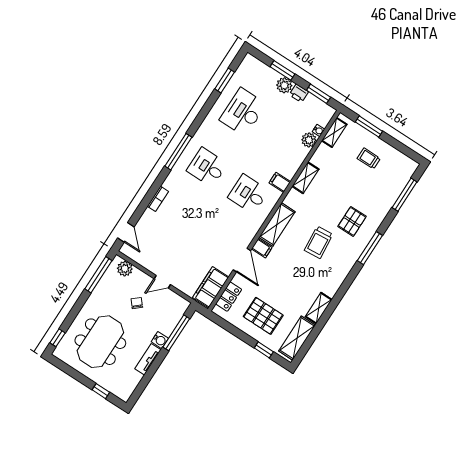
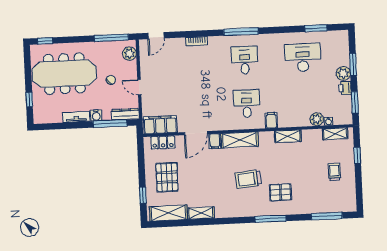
window: (369, 127) -> (357, 155), width x0.67
dresser: (178, 313) -> (125, 114), added
meeting table: (100, 342) -> (64, 74), width x1.36

